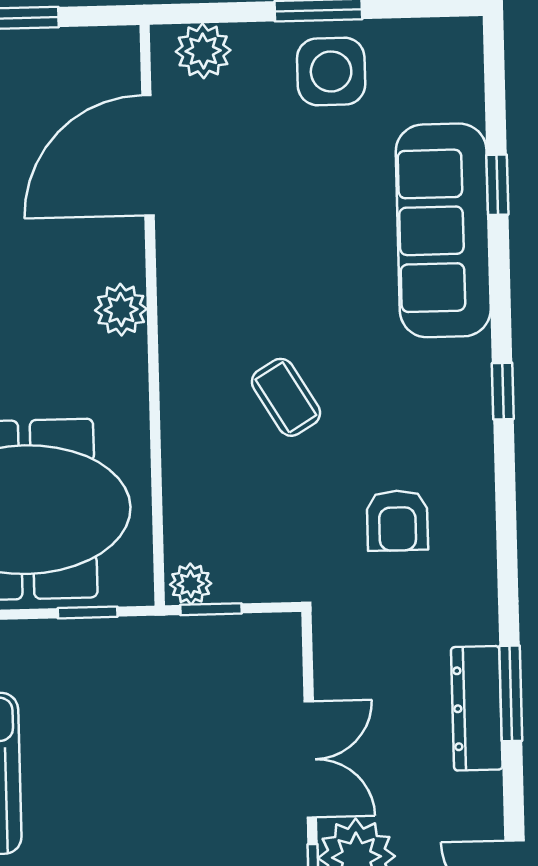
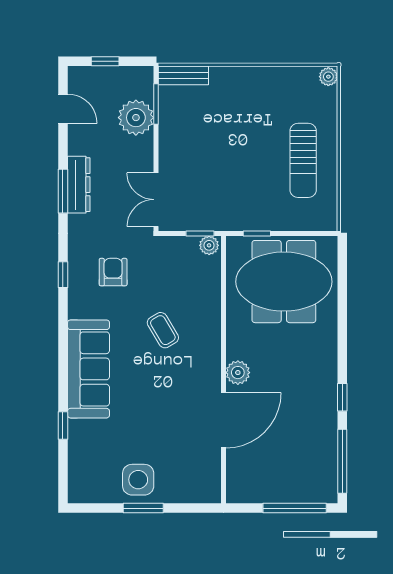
plant: (203, 51) -> (197, 491), removed
door: (148, 155) -> (224, 420), moved
sofa: (443, 230) -> (88, 369), moved
window: (503, 391) -> (63, 275), moved
double door: (310, 759) -> (156, 200), moved

